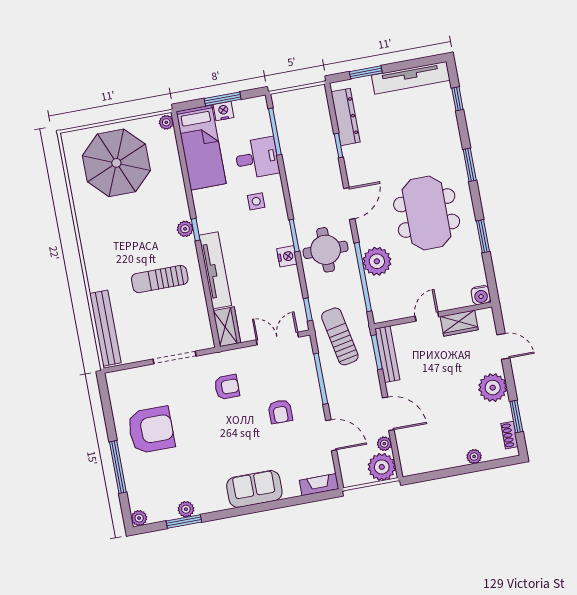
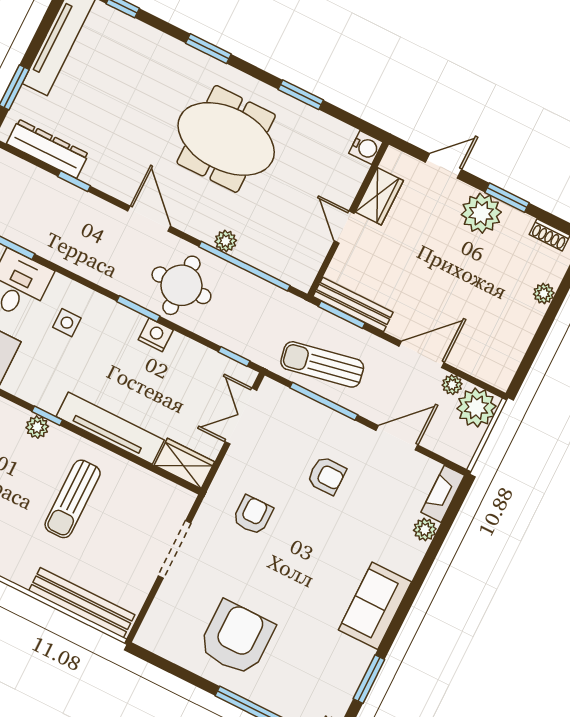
plant: (377, 261) -> (226, 241), width x0.53, depth x0.53
sun lounger: (340, 336) -> (322, 364), moved
window: (516, 416) -> (507, 198), moved
sofa: (254, 489) -> (375, 606), moved
plant: (186, 509) -> (425, 530), moved

